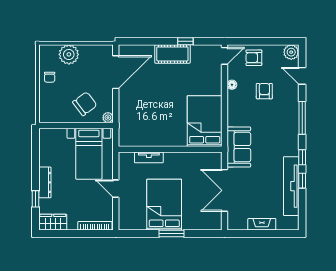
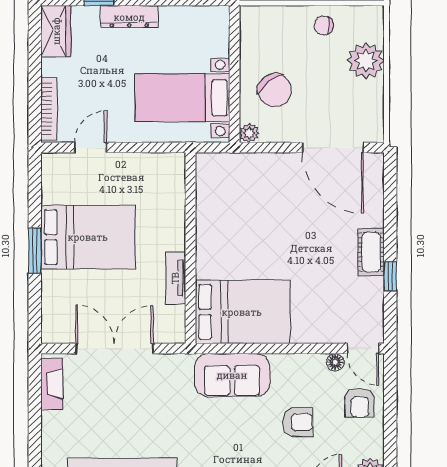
cot: (172, 54) -> (371, 252), width x0.73, depth x0.75
armchair: (254, 58) -> (360, 403), turned 180
floor lamp: (232, 85) -> (335, 362), moved
sofa: (239, 147) -> (232, 375), moved
tv unit: (149, 157) -> (175, 278), moved
door: (116, 189) -> (91, 148), moved
fireplace: (262, 224) -> (52, 384), moved

